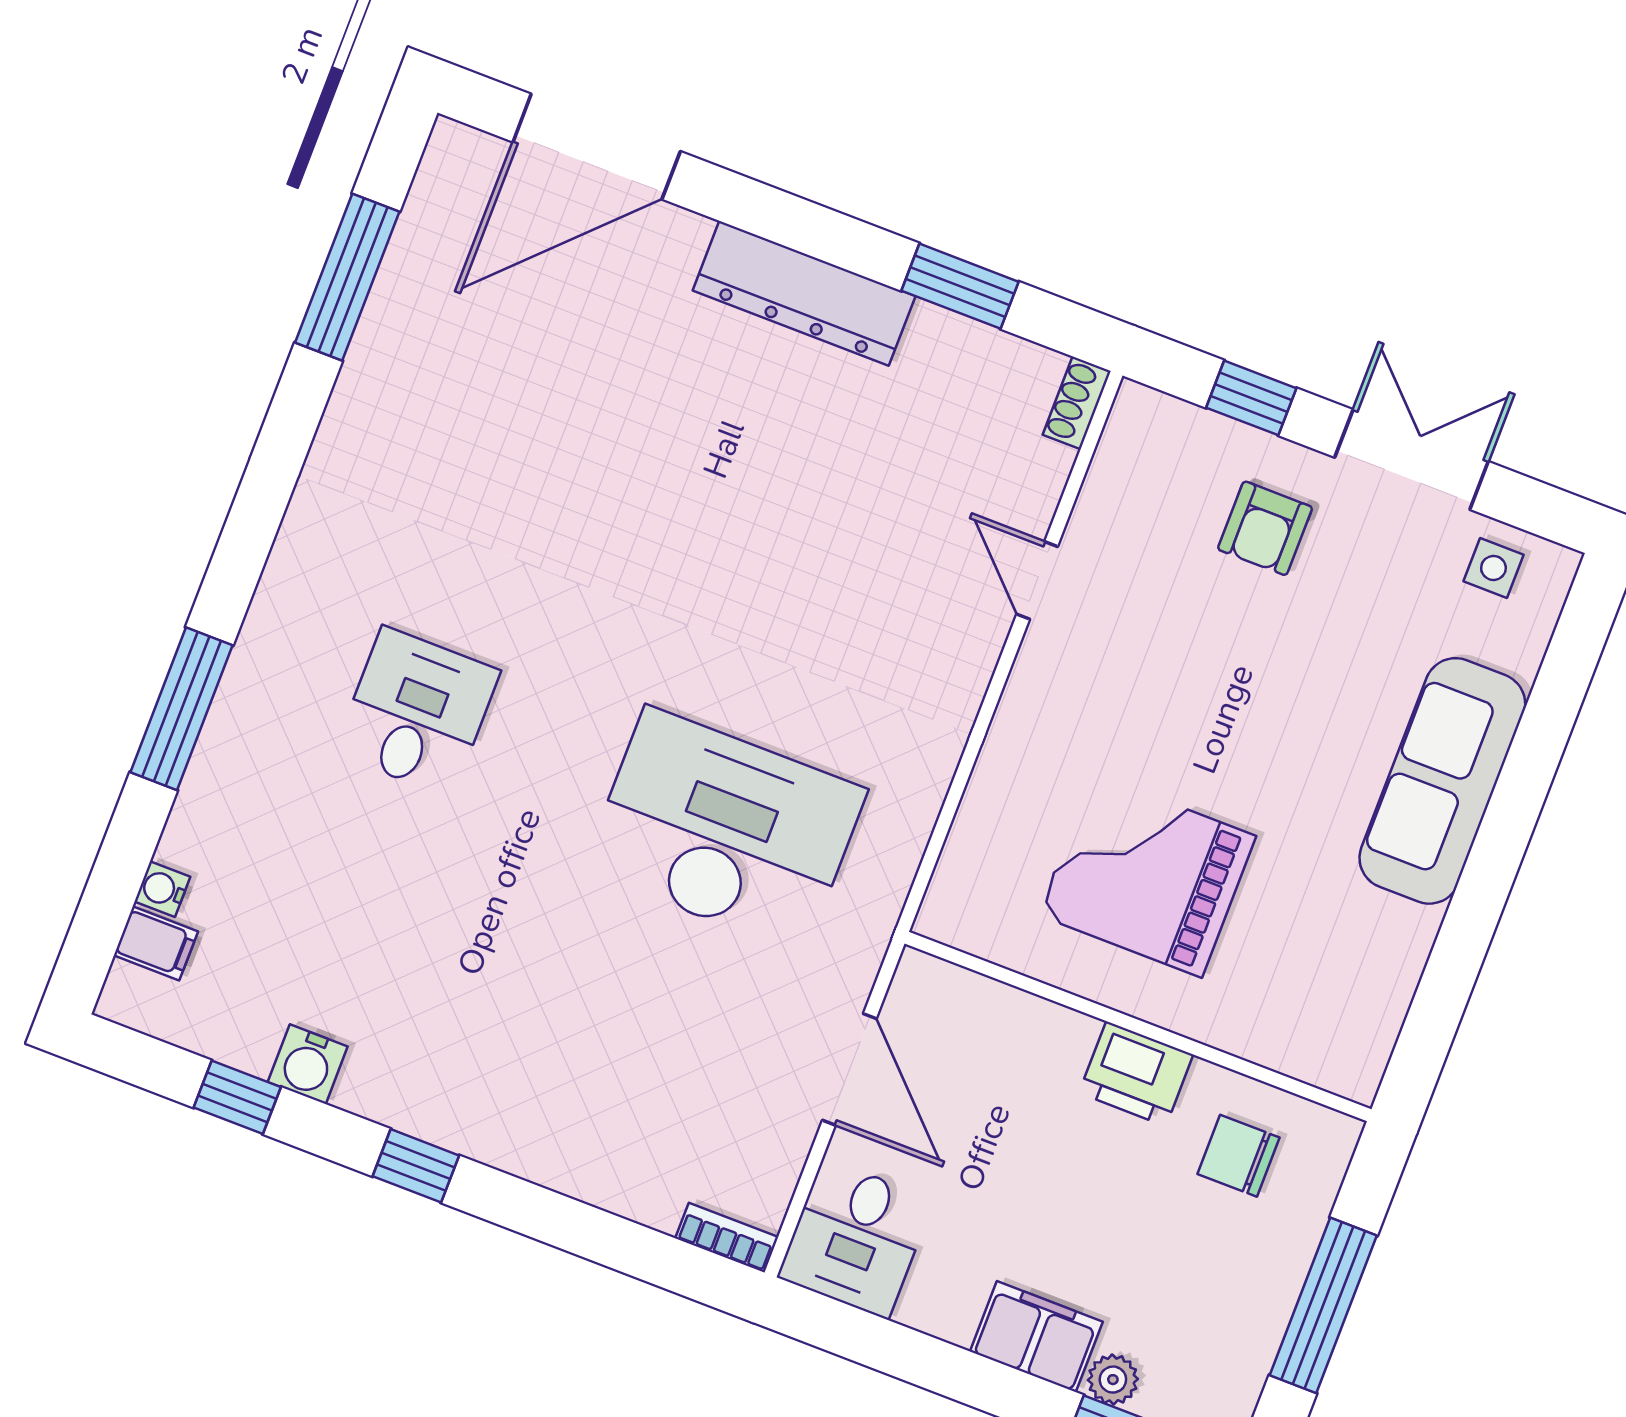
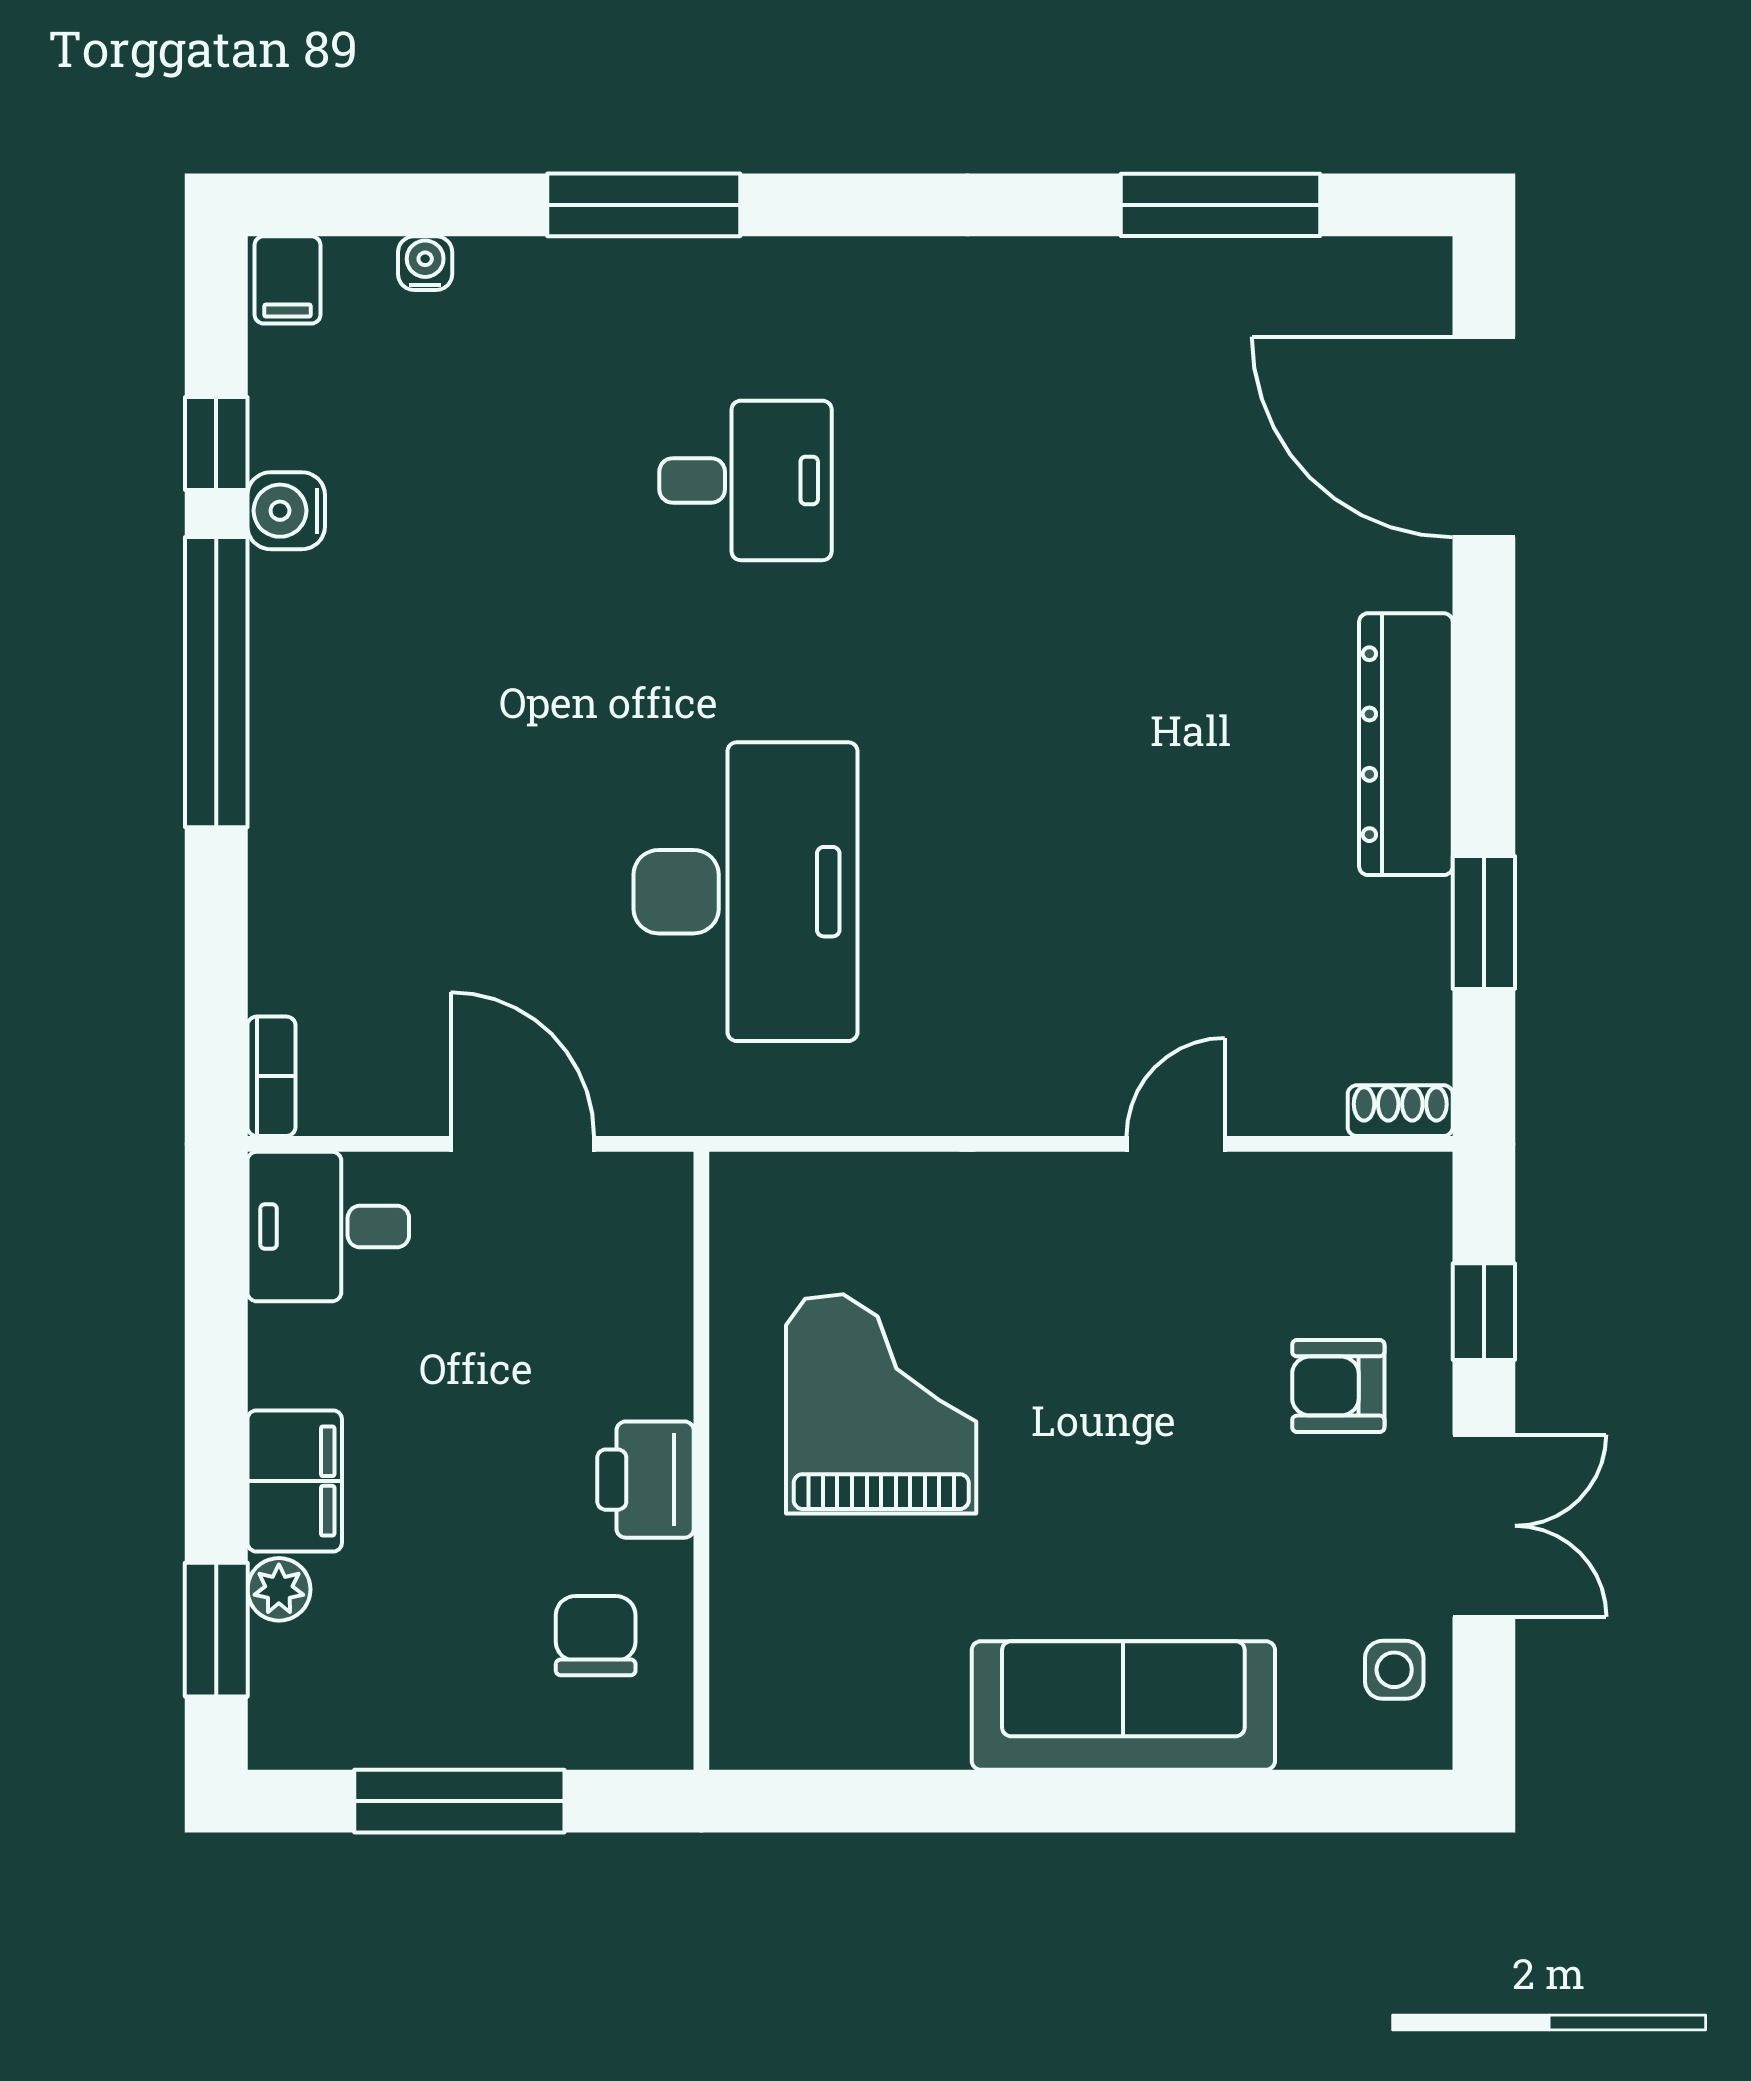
filing cabinet: (156, 943) -> (288, 280), moved
door: (849, 1069) -> (522, 1144), swing flipped
window: (416, 1166) -> (216, 682), width x3.17

